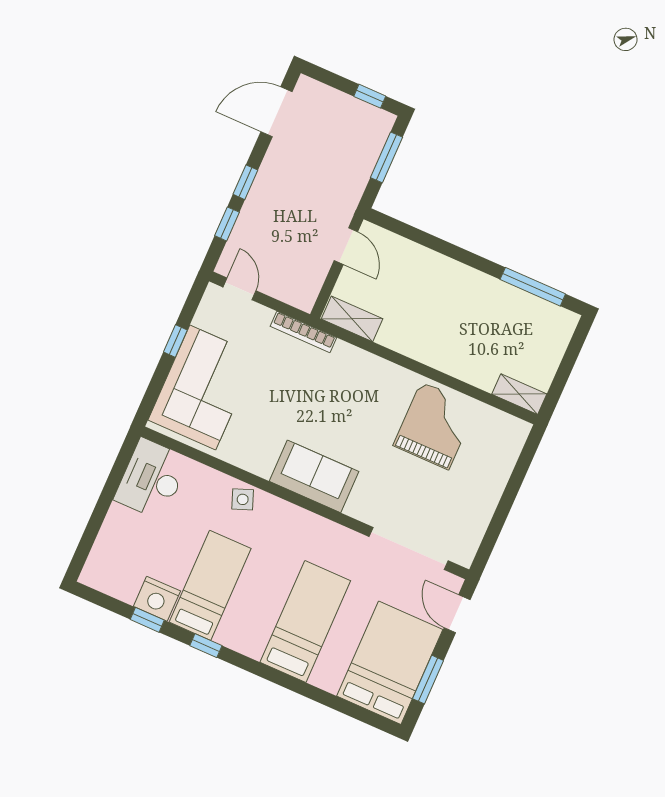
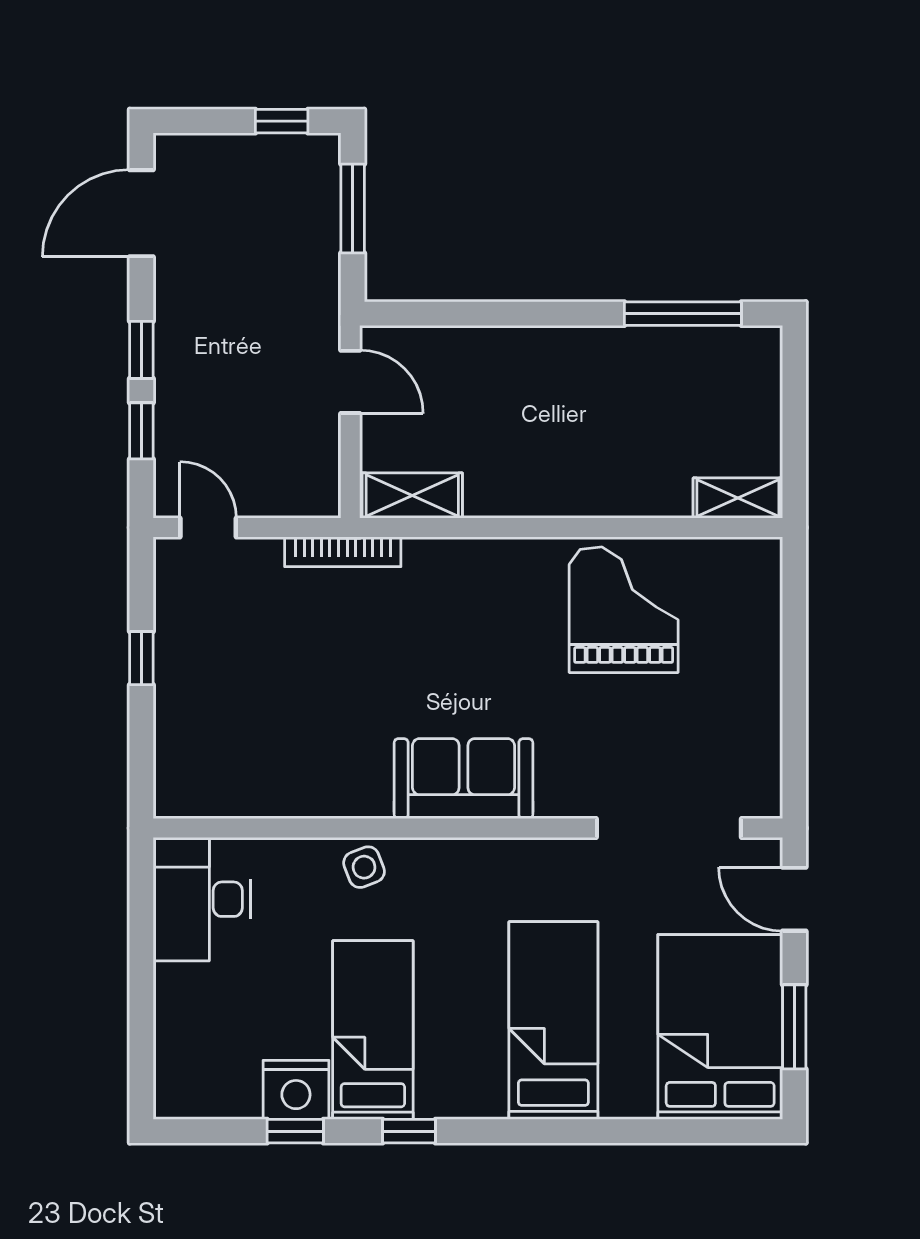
corner sofa: (203, 387) -> (219, 714), removed

